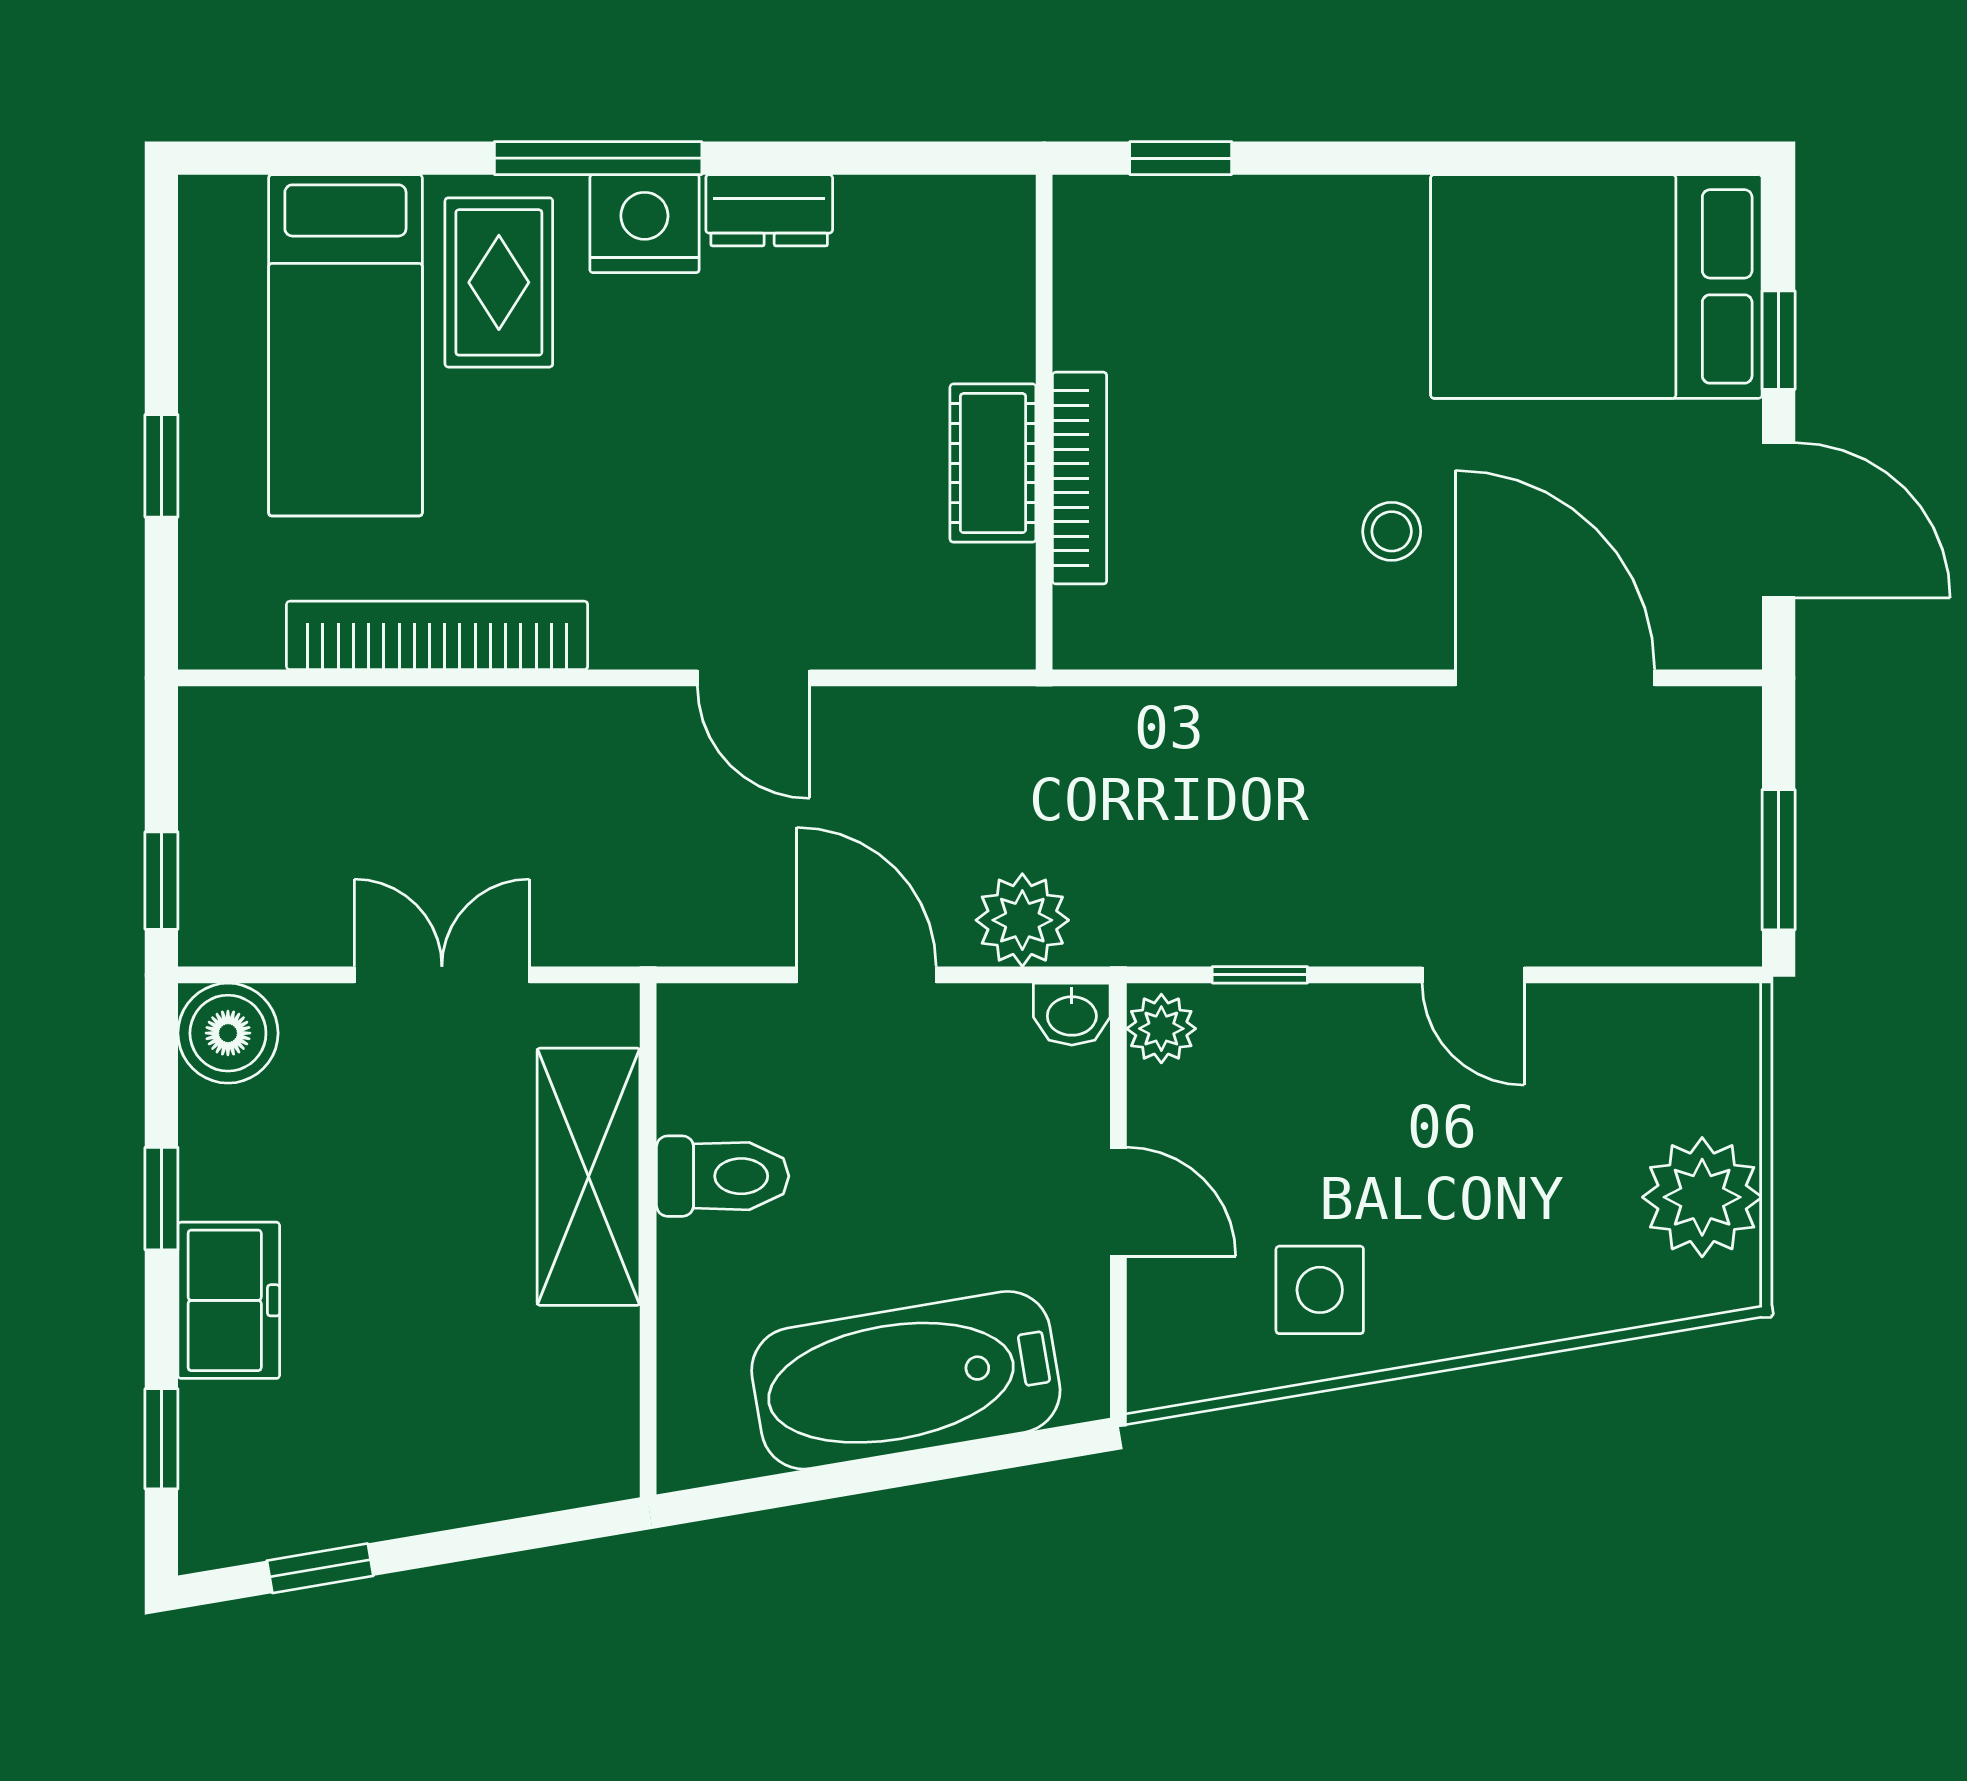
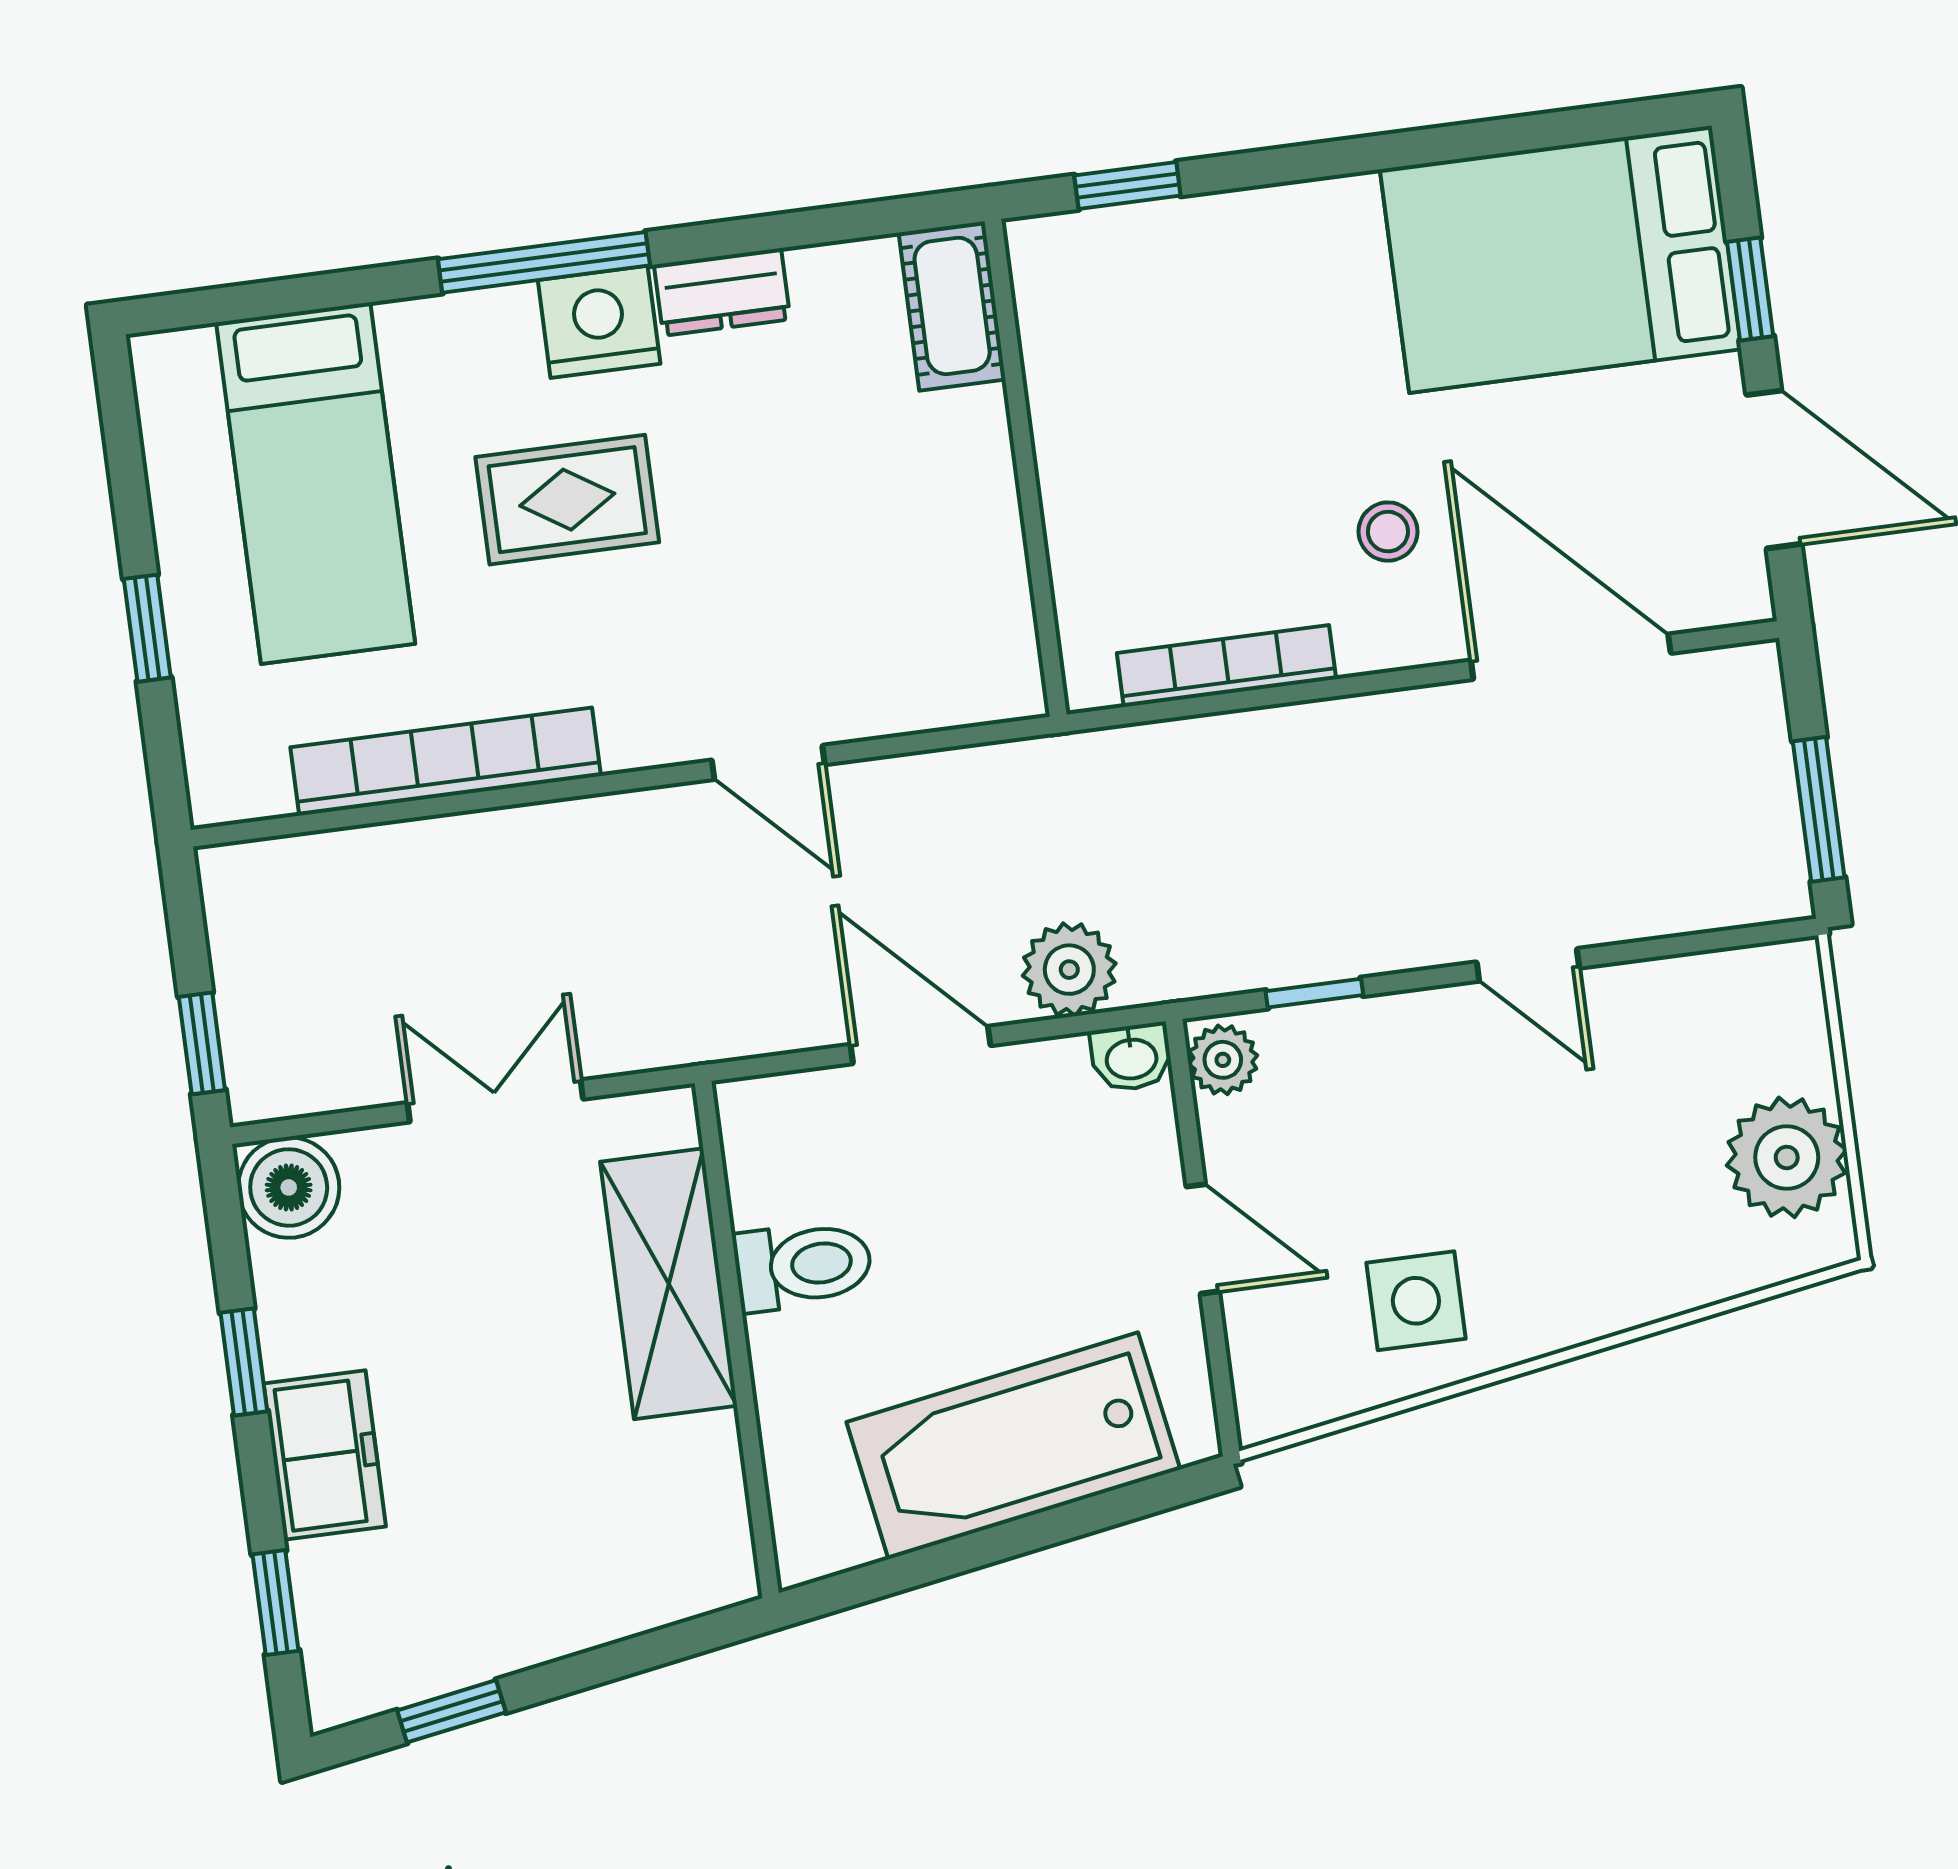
rug: (499, 282) -> (567, 500), moved, turned 90
cot: (993, 463) -> (952, 306), moved
bookcase: (1080, 478) -> (1226, 666), moved, turned -90

